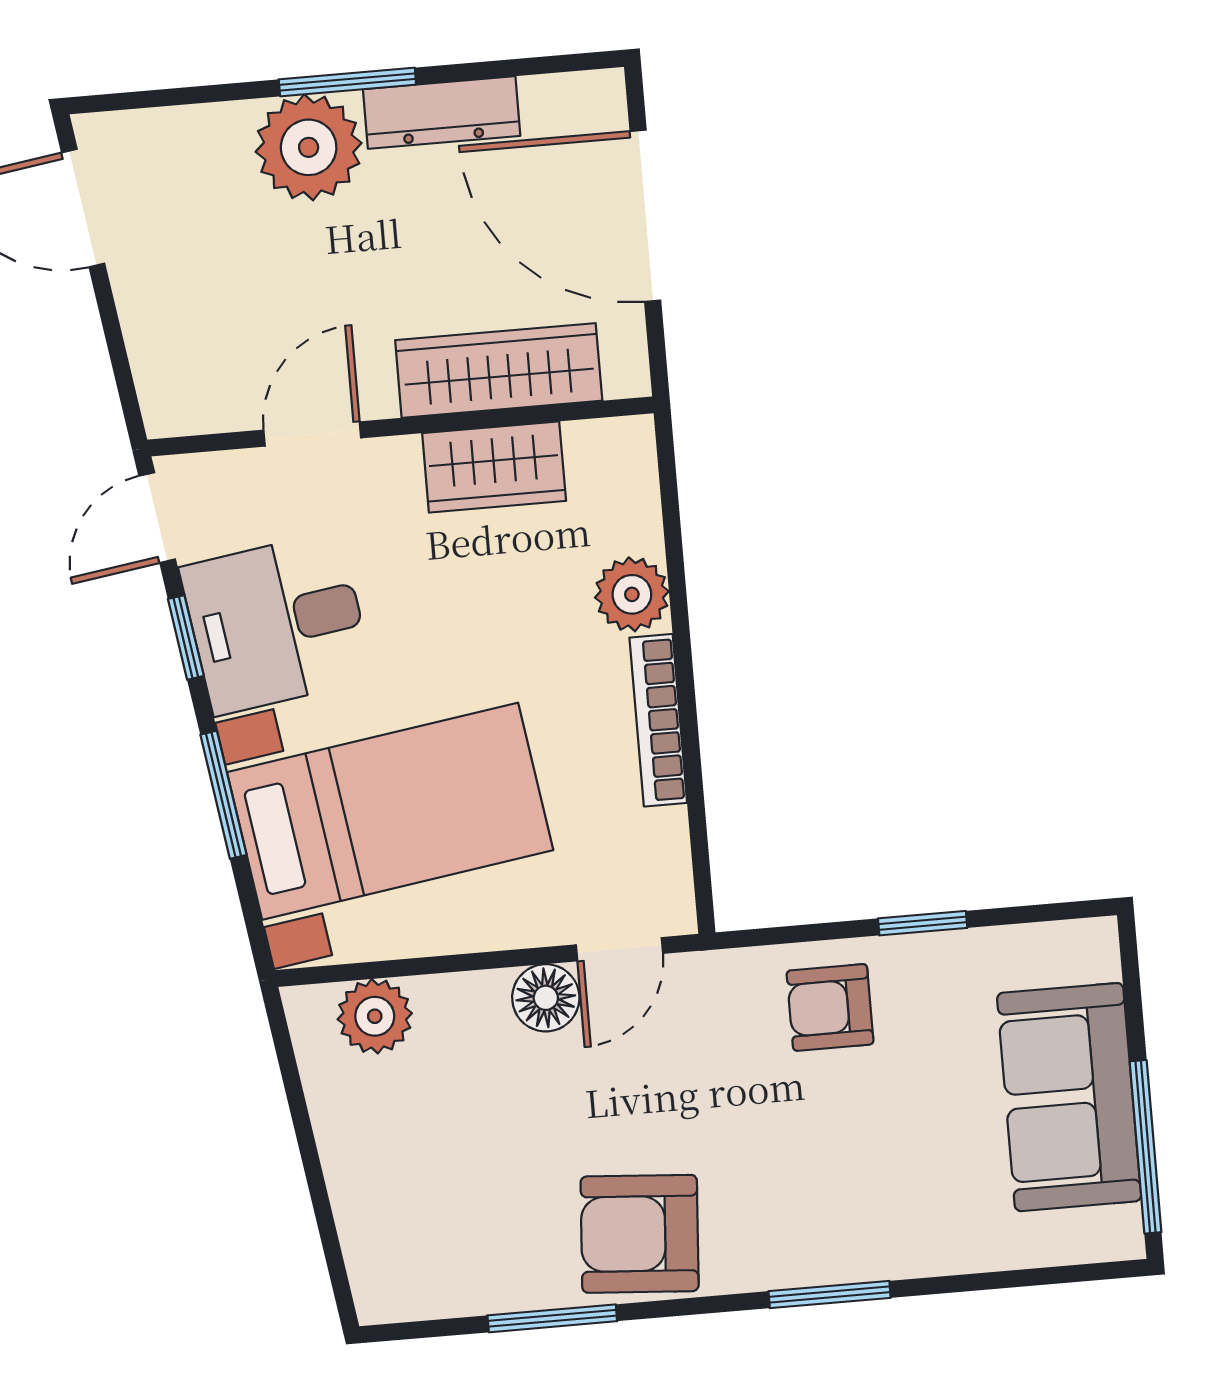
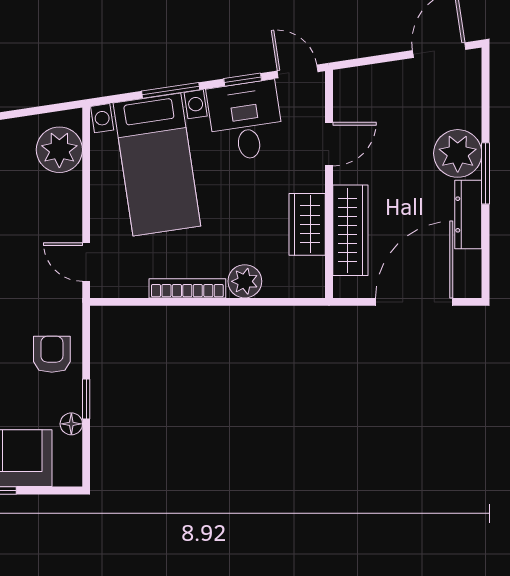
door: (312, 434) -> (329, 144), hinge flipped
floor lamp: (546, 998) -> (71, 424), moved, width x0.73, depth x0.73
plant: (375, 1016) -> (59, 150), width x1.36, depth x1.36

